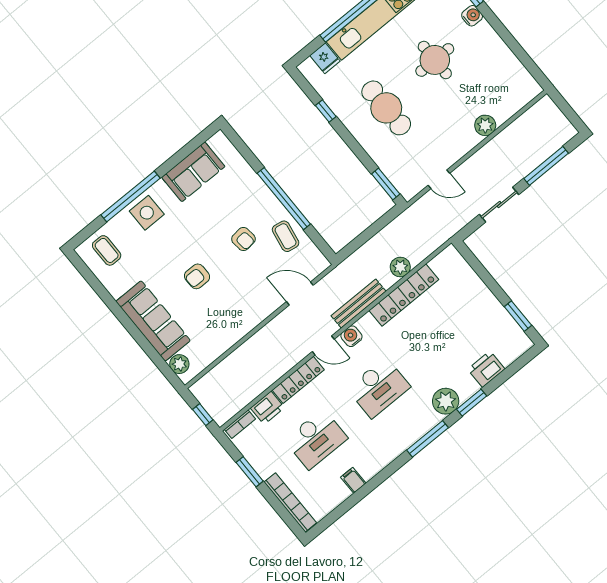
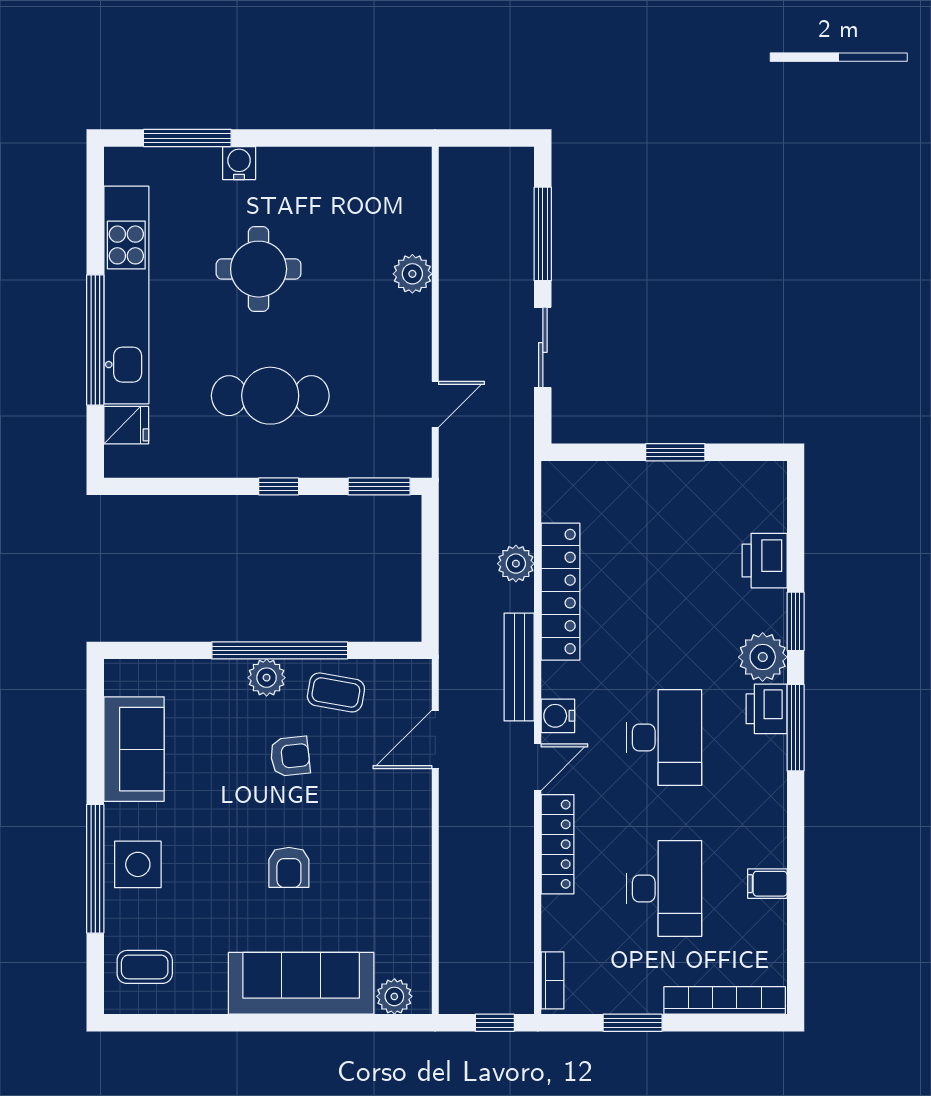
window: (326, 111) -> (279, 486), moved
plant: (268, 202) -> (267, 678), added
window: (518, 316) -> (675, 452), moved
printer: (267, 408) -> (767, 709), moved, turned 180

